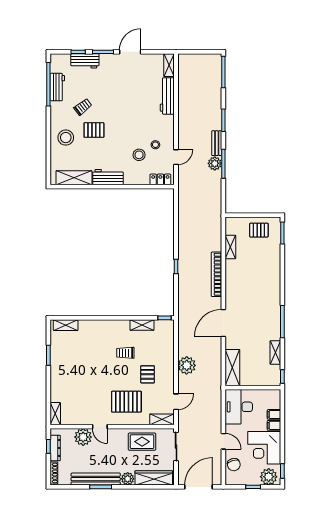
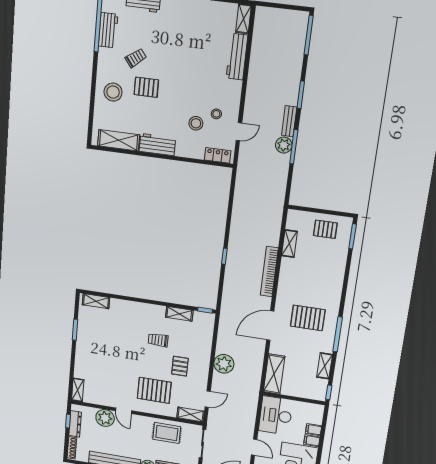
pallet: (255, 311) -> (308, 318), added

